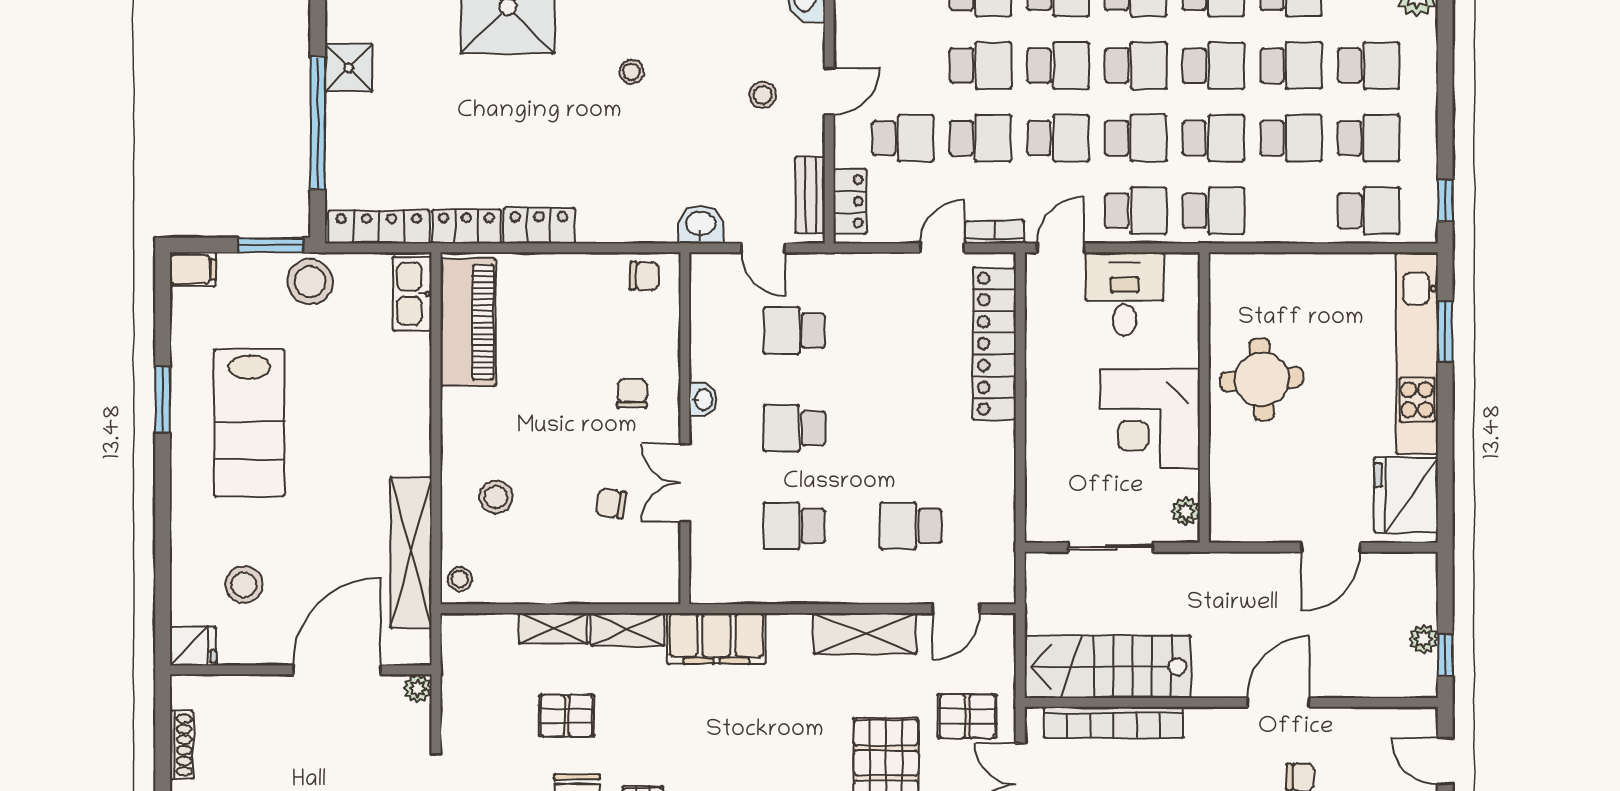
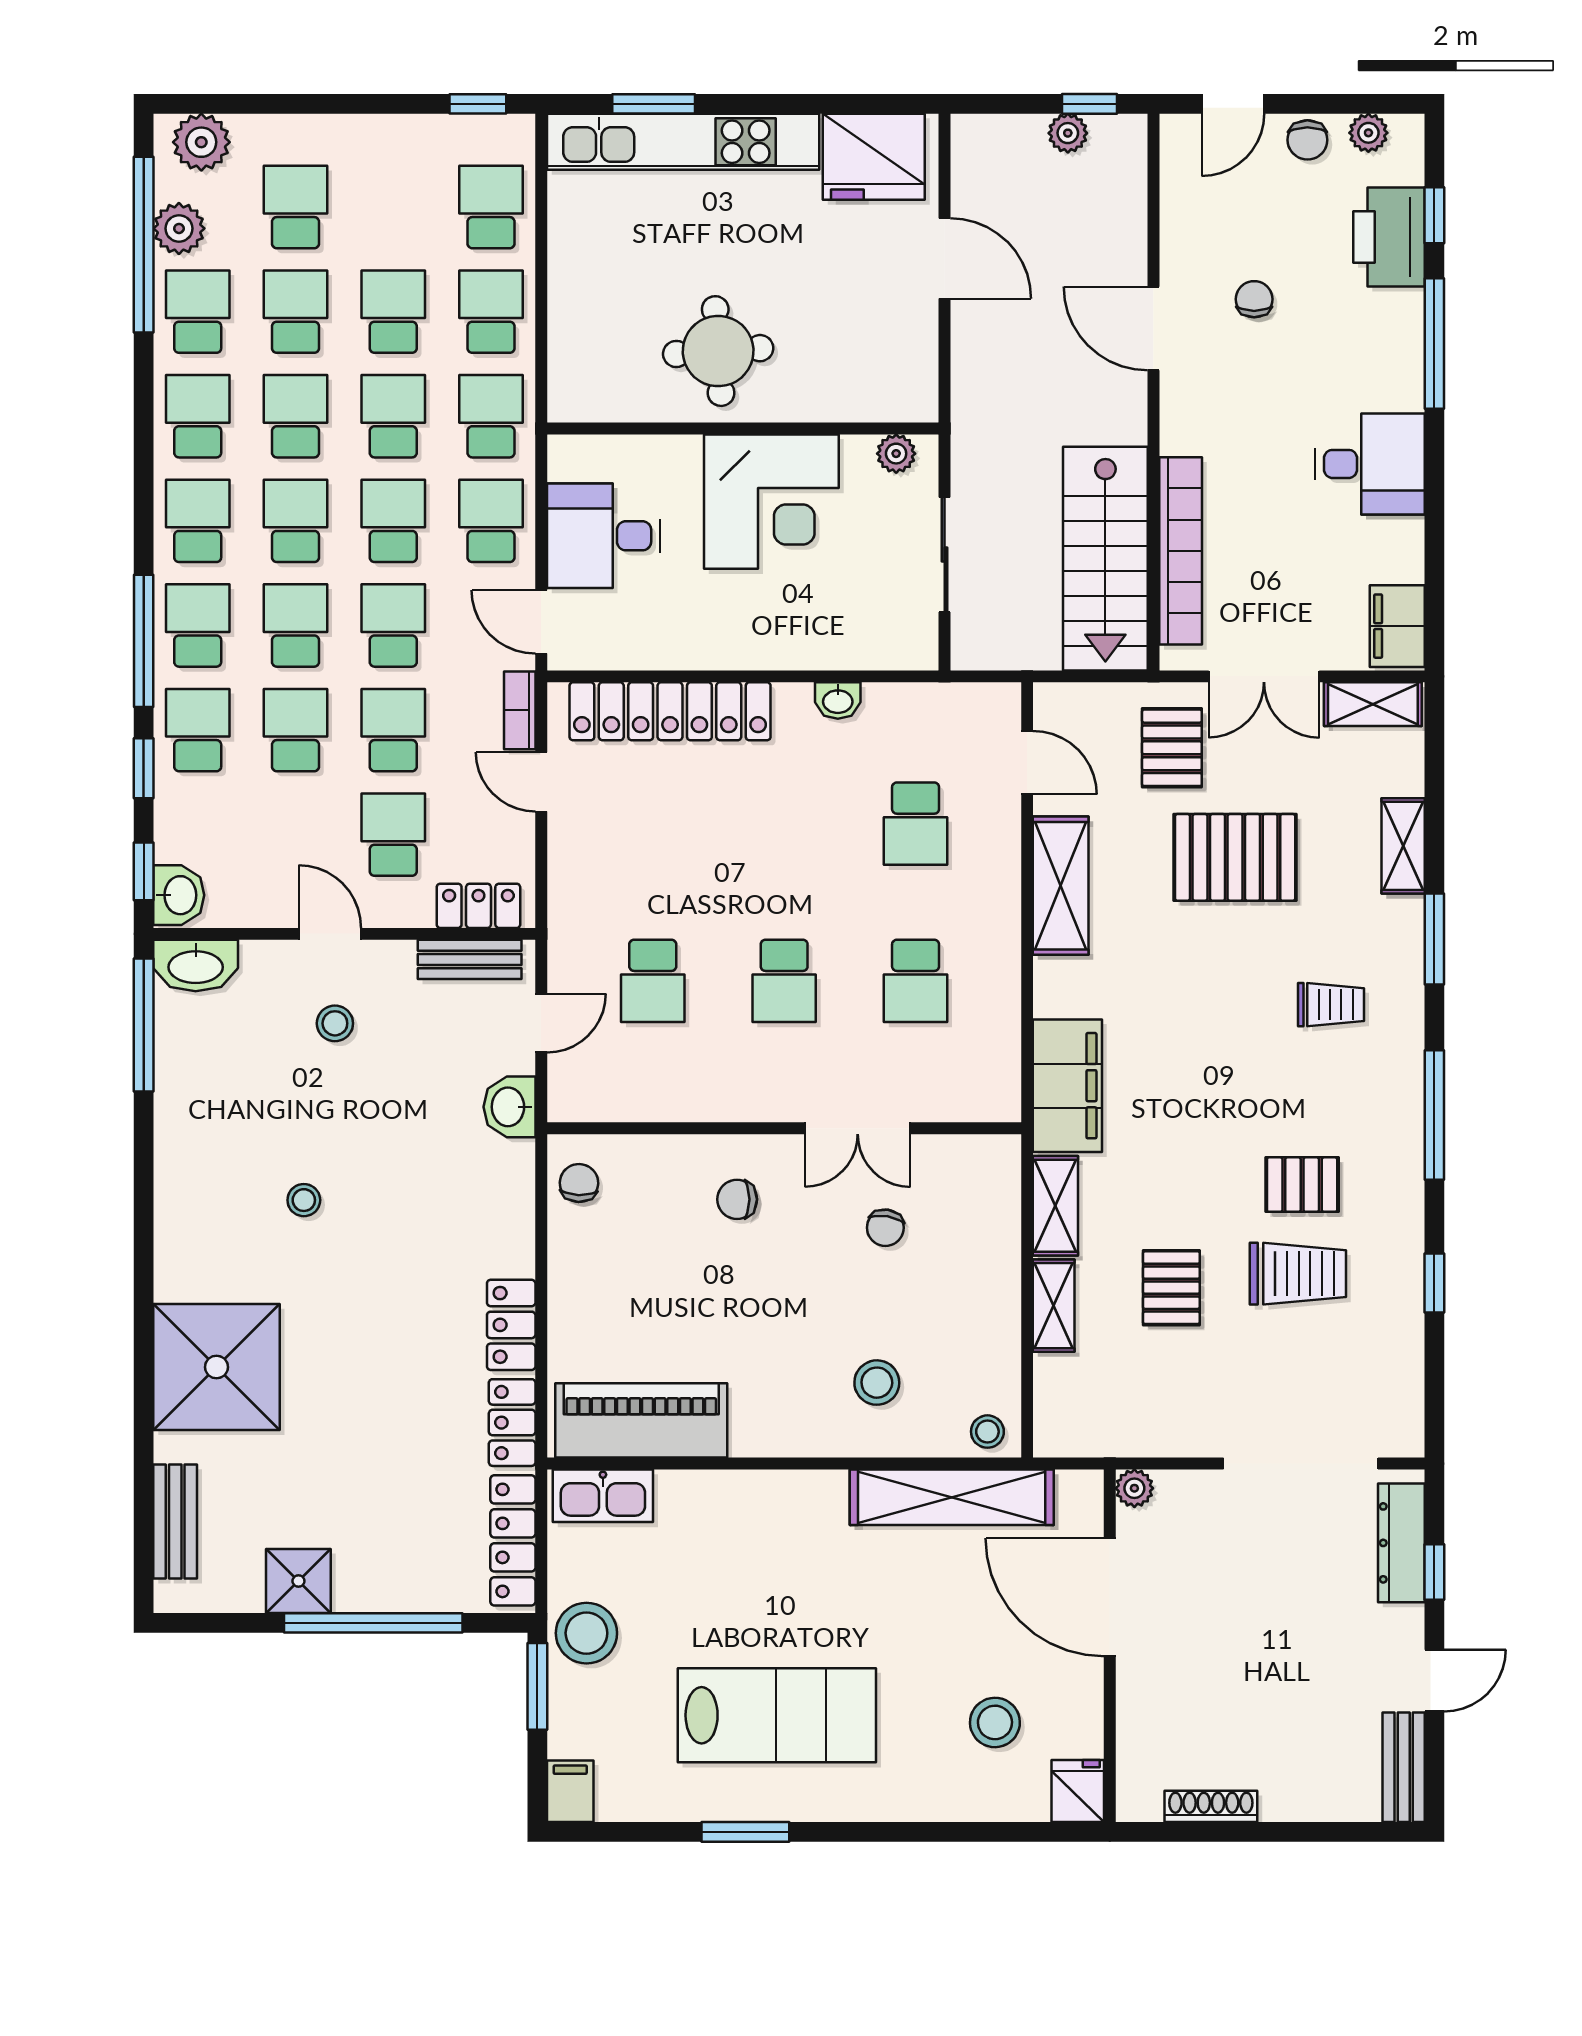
school desk: (1369, 138) -> (491, 312), moved
washbasin: (703, 400) -> (838, 701), moved, turned 180

